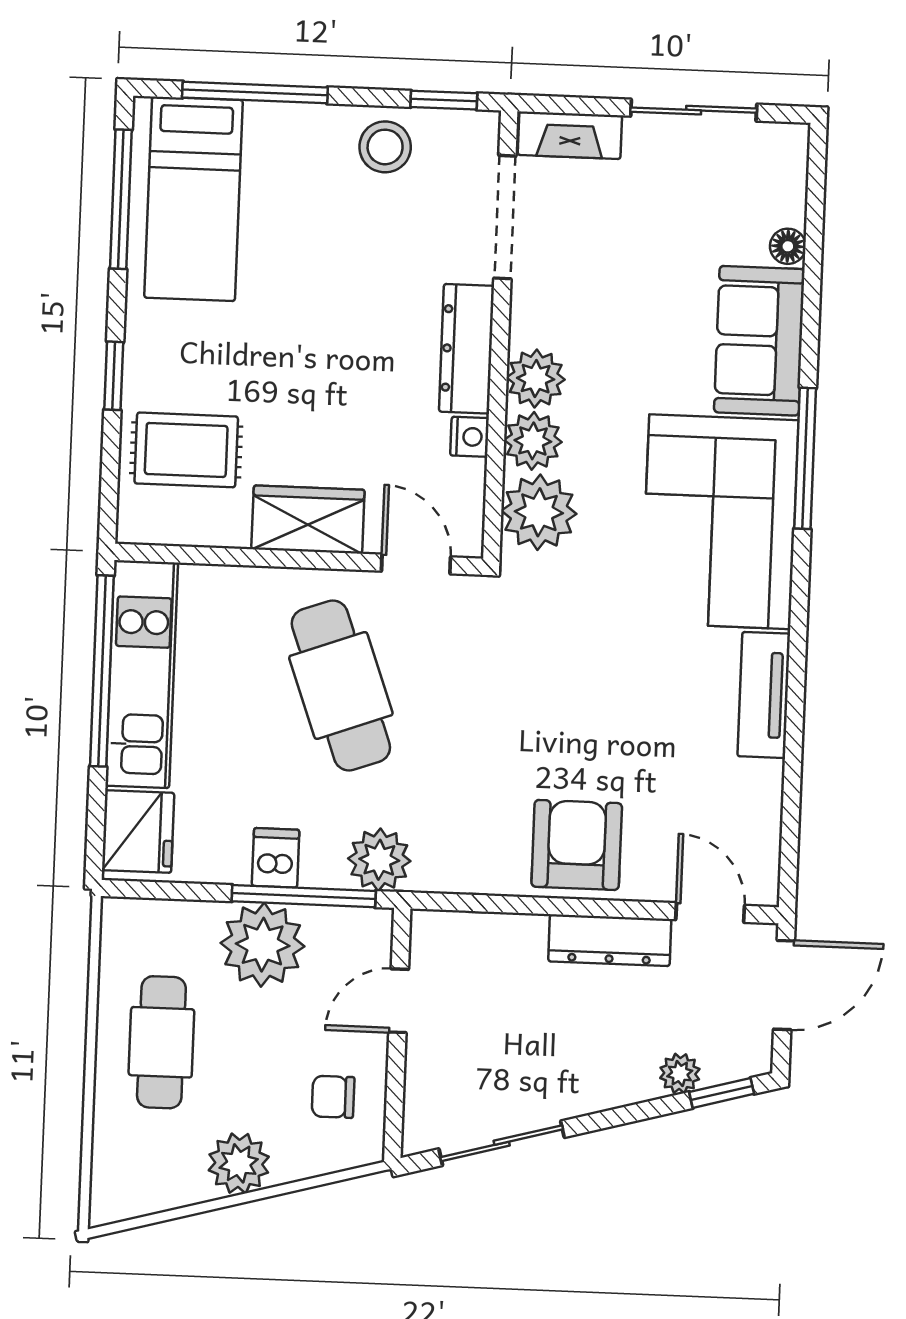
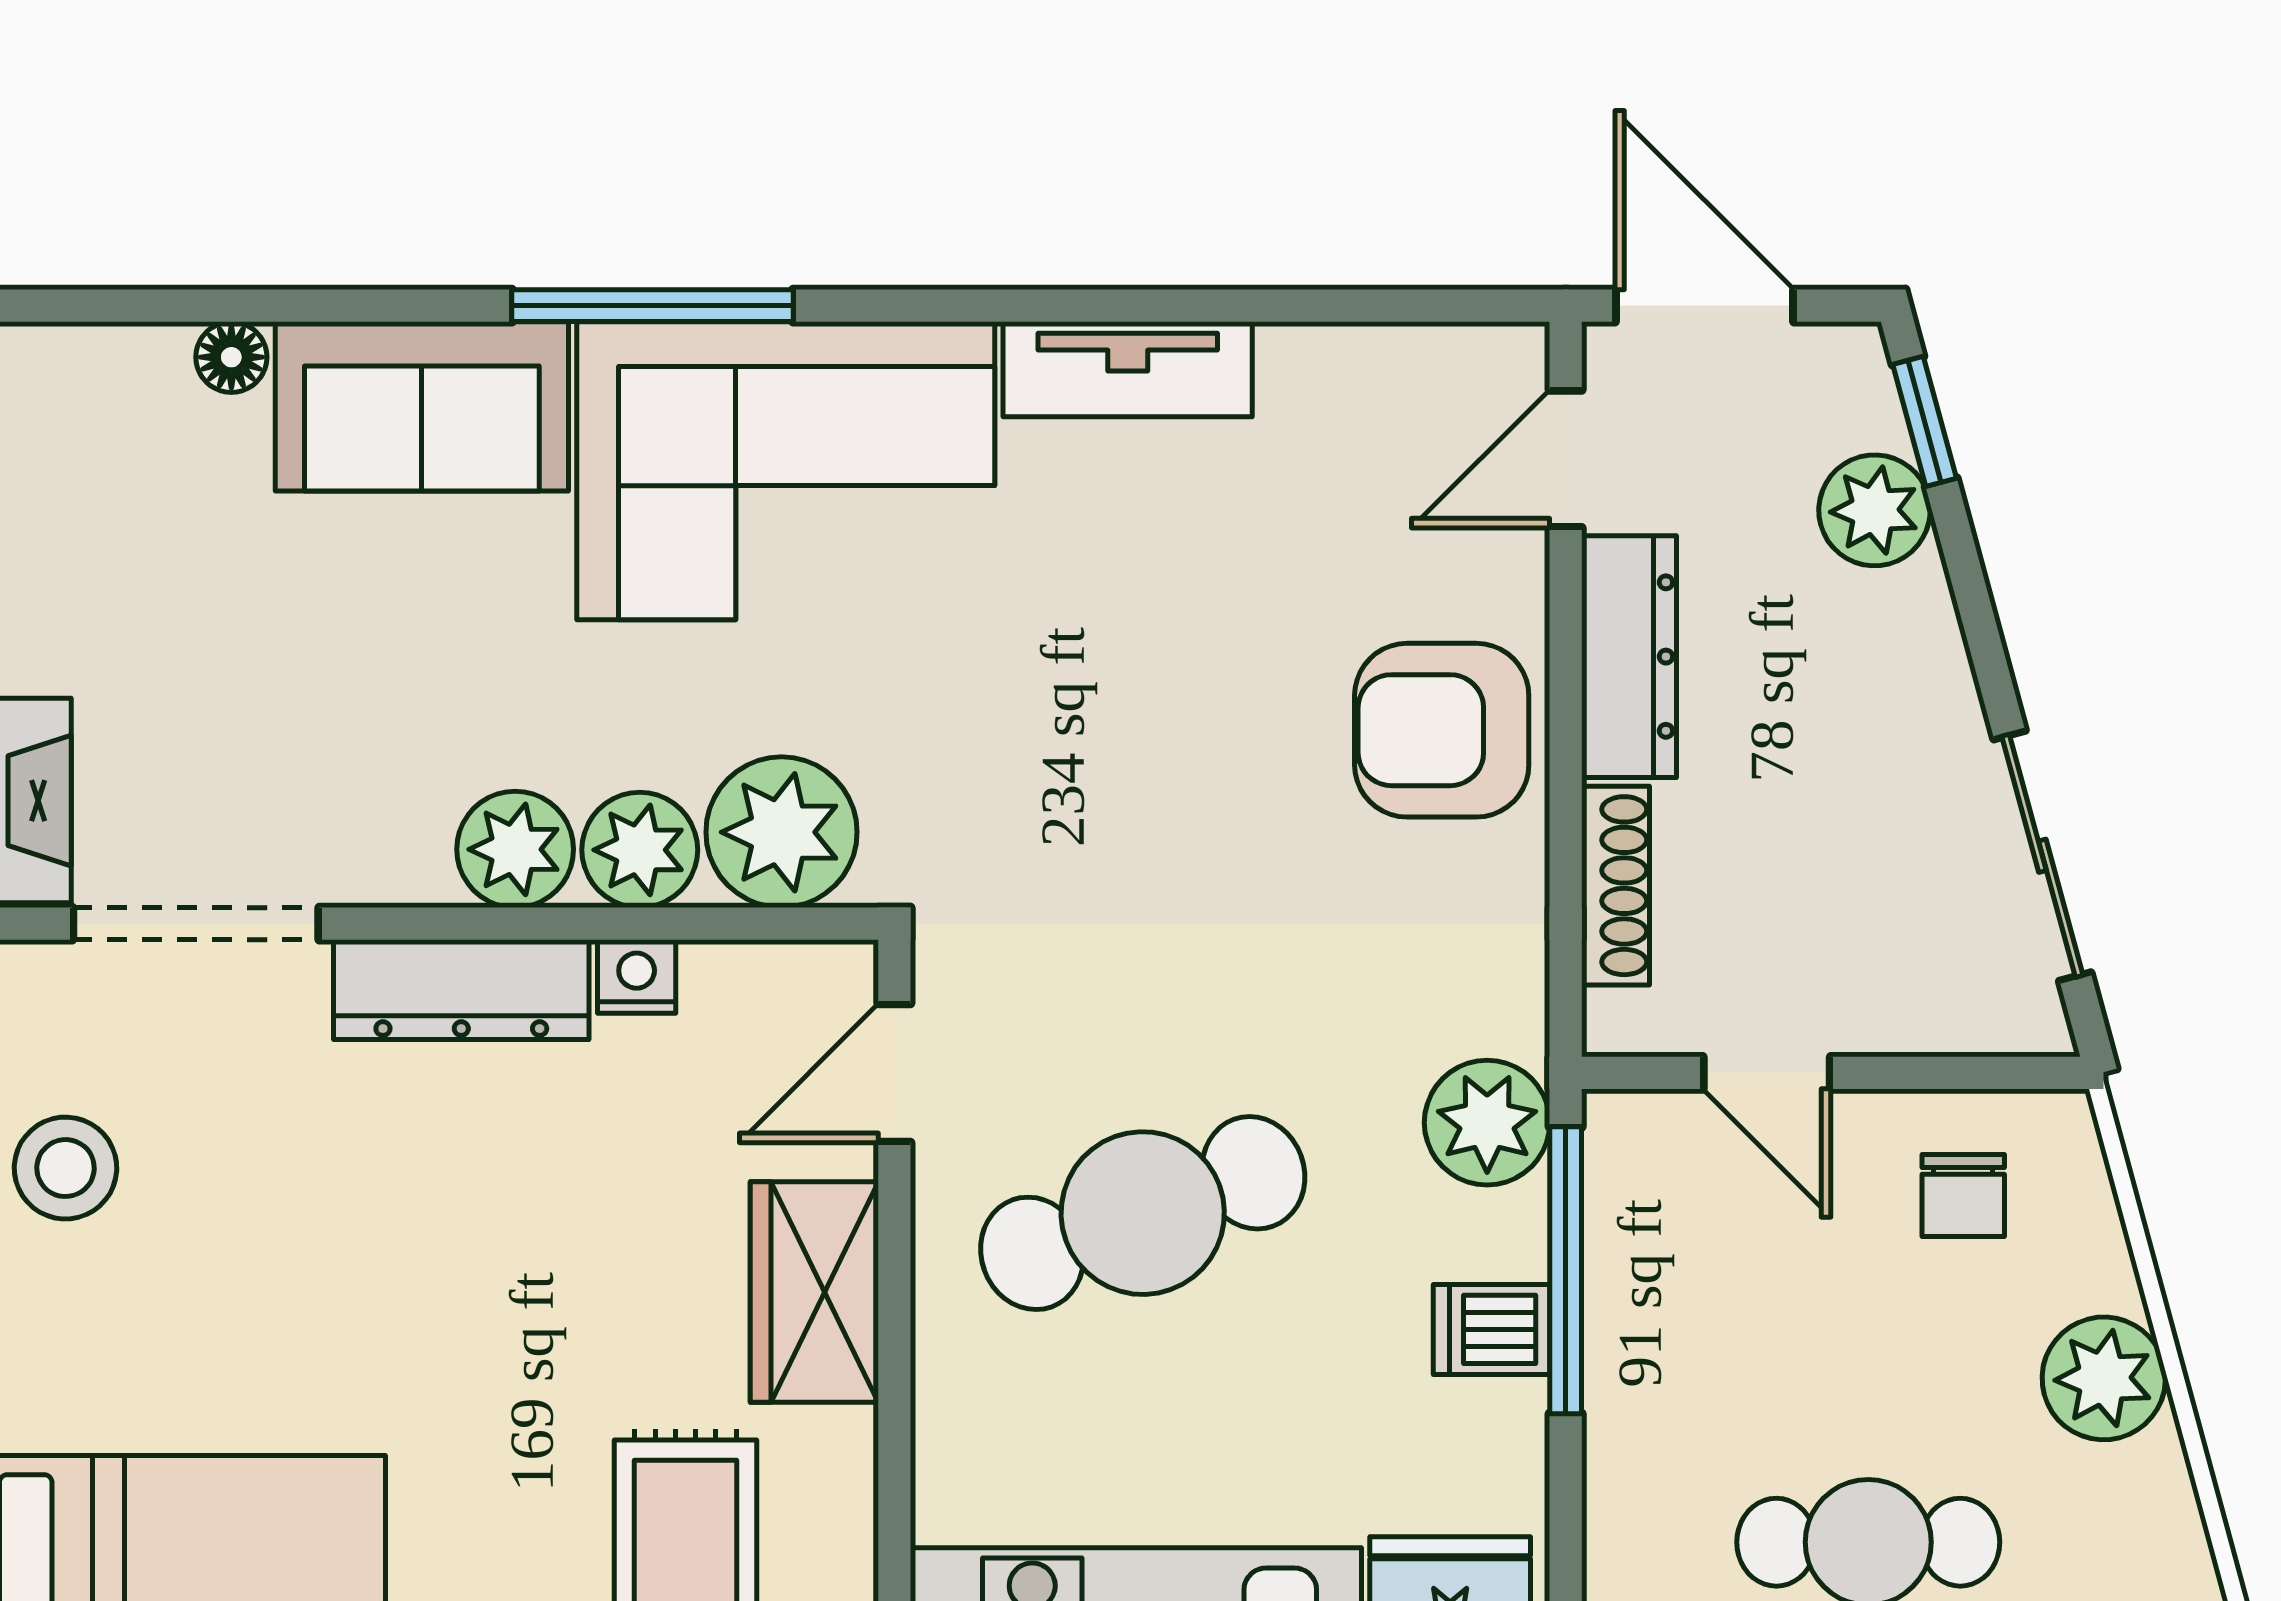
shoe rack: (495, 929) -> (1615, 886), added
plant: (263, 945) -> (1666, 1348), removed
plant: (680, 1074) -> (1875, 510), width x1.38, depth x1.38

